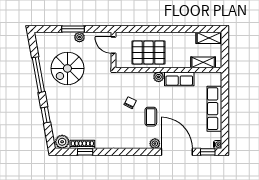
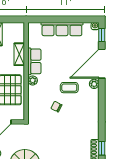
shelving: (203, 62) -> (19, 54), moved

